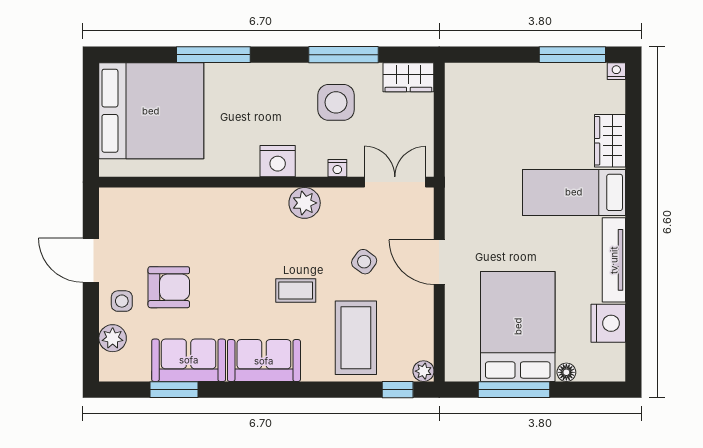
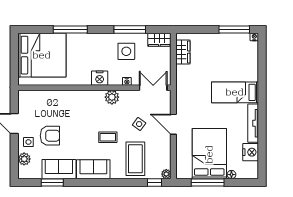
wardrobe: (610, 141) -> (183, 52), moved, turned 180

